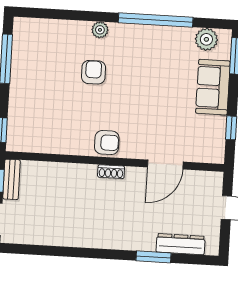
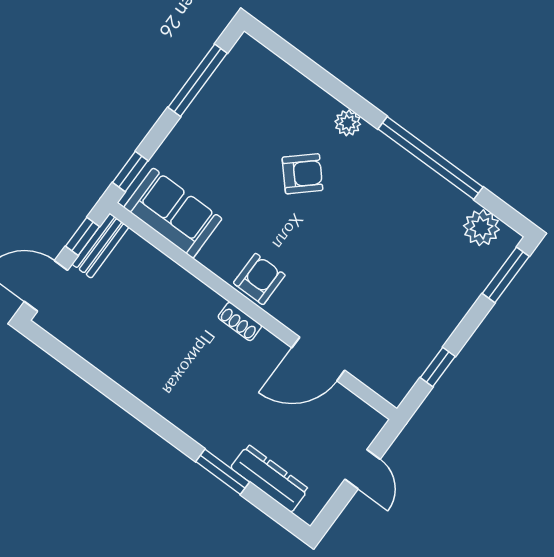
armchair: (94, 72) -> (302, 174), turned 48
sofa: (213, 87) -> (173, 213), moved, turned 90
armchair: (107, 143) -> (259, 279), turned -90

